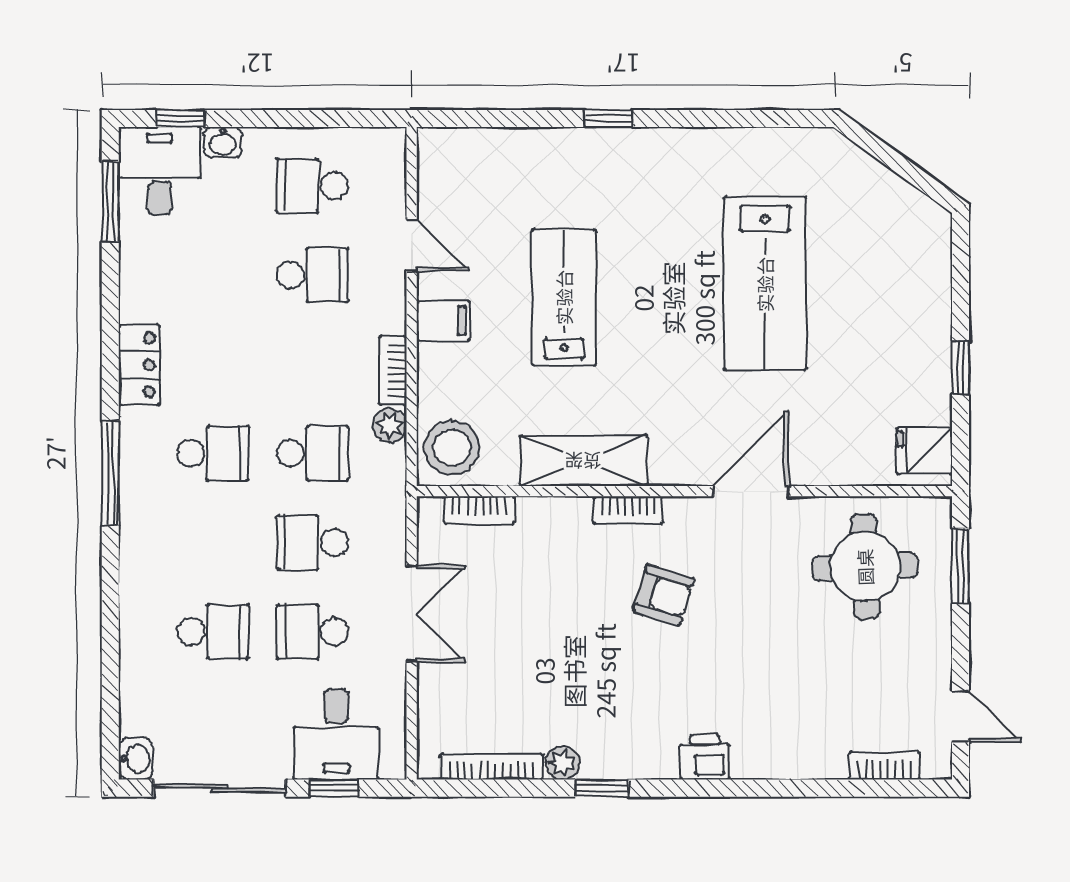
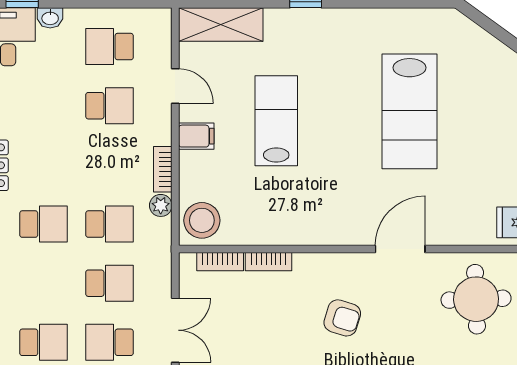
shelving: (583, 461) -> (221, 24), moved
bookcase: (628, 510) -> (269, 262), moved
school desk: (312, 542) -> (109, 283), turned 180

